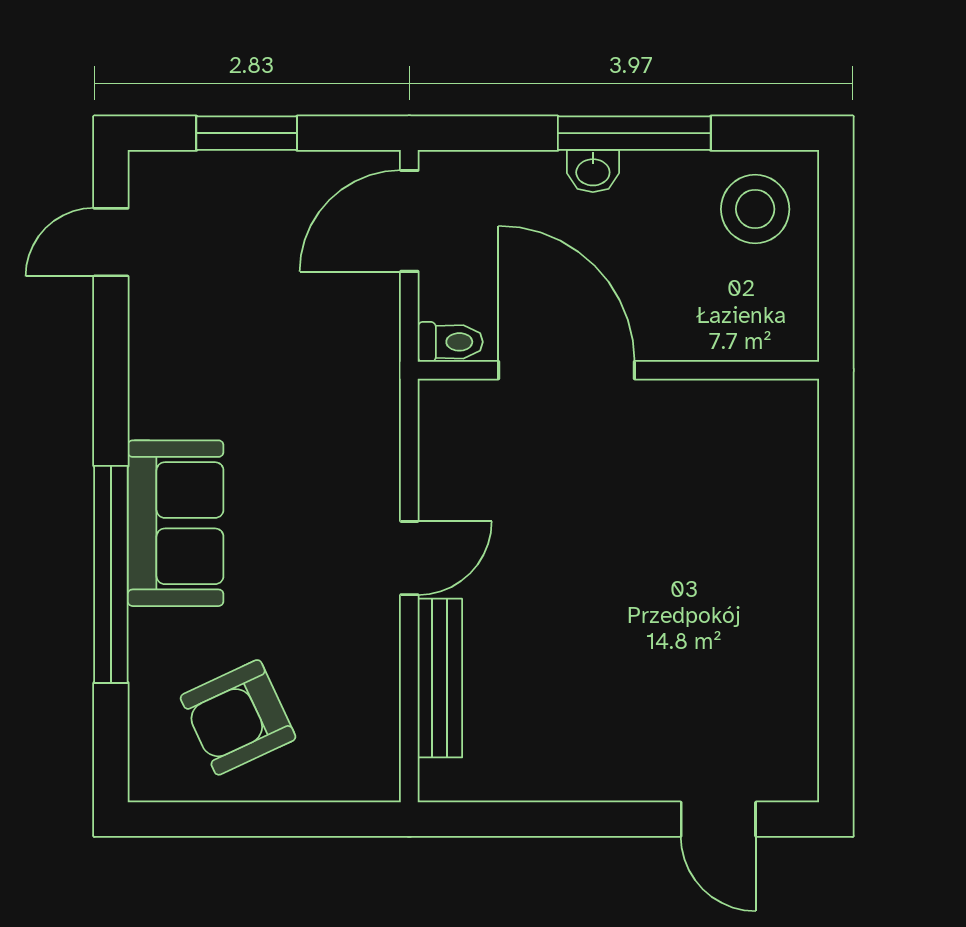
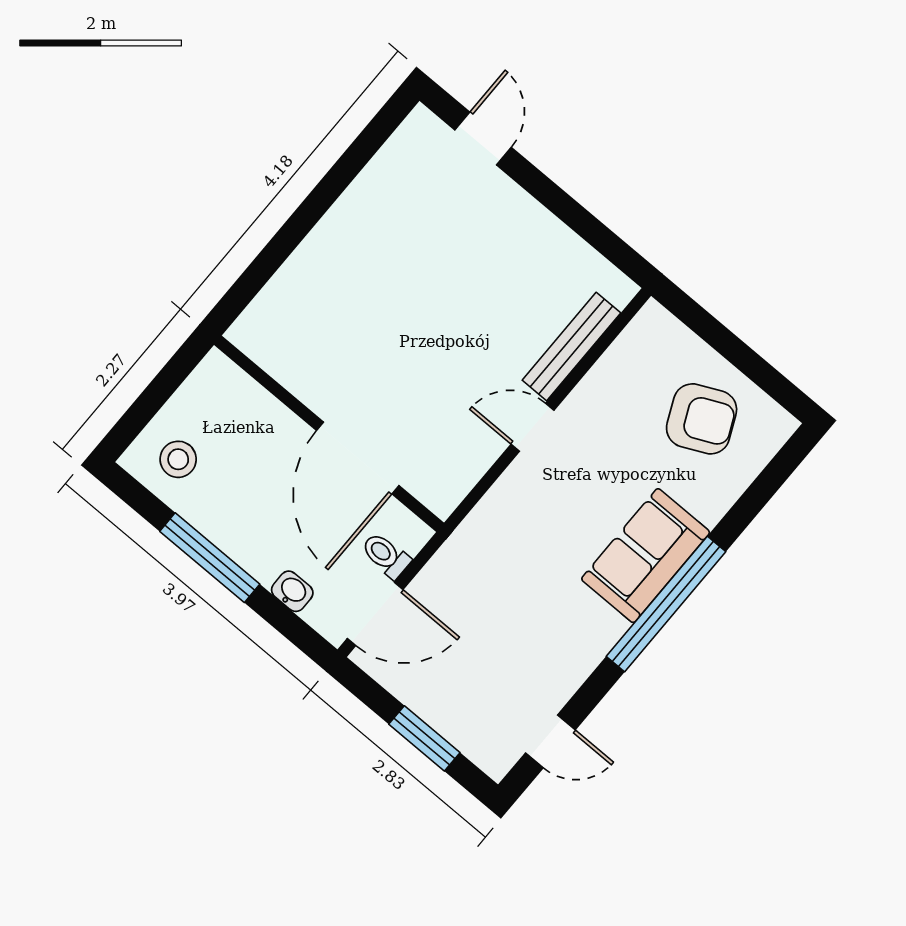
washbasin: (593, 171) -> (292, 591), moved
stool: (755, 209) -> (178, 459), width x0.73, depth x0.73
toilet: (450, 342) -> (386, 555), moved
window: (111, 574) -> (666, 604), moved

